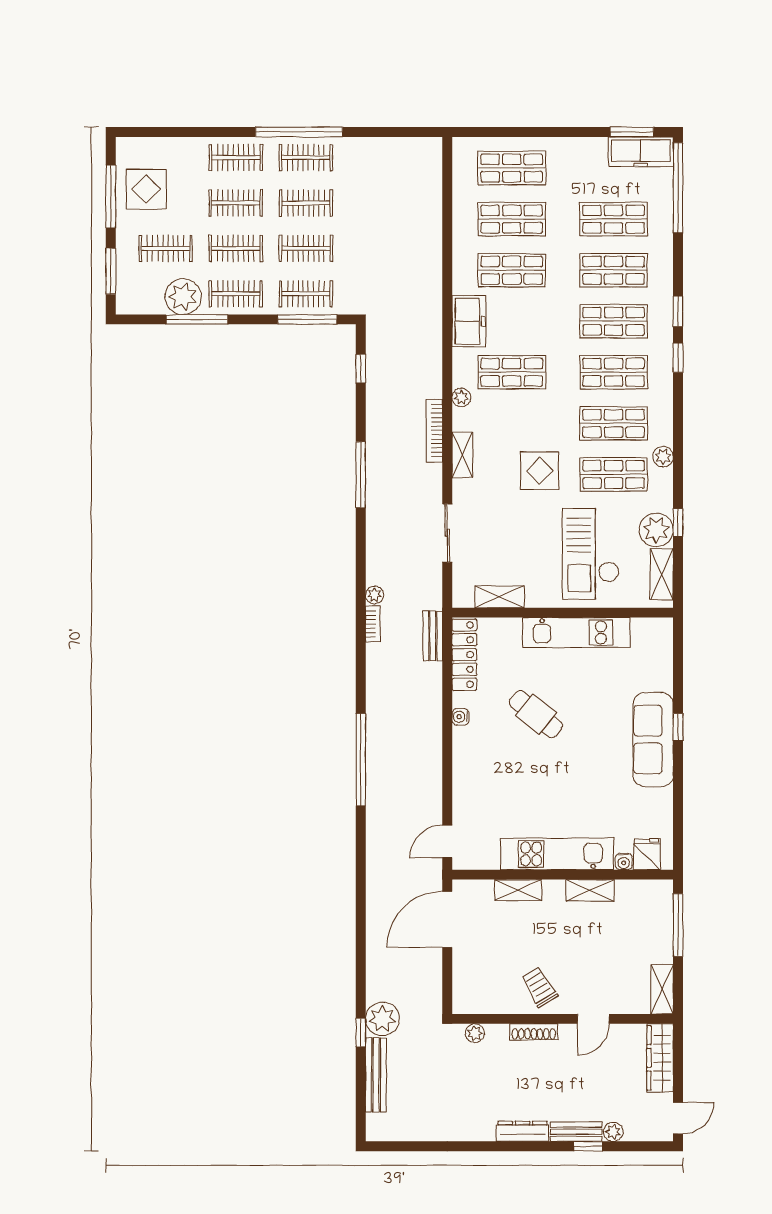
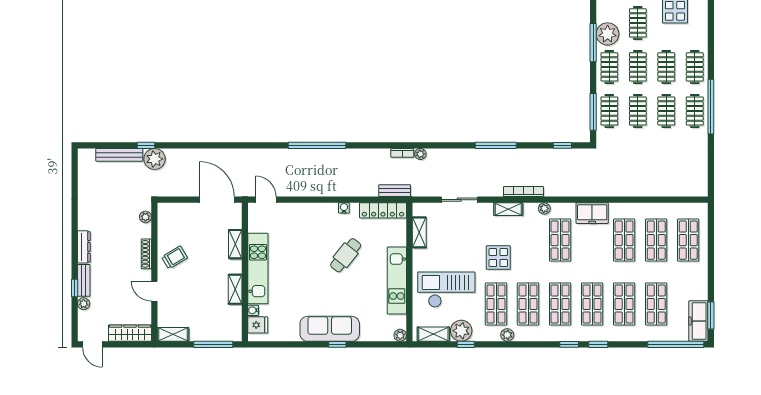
plant: (663, 627) -> (400, 335), added

